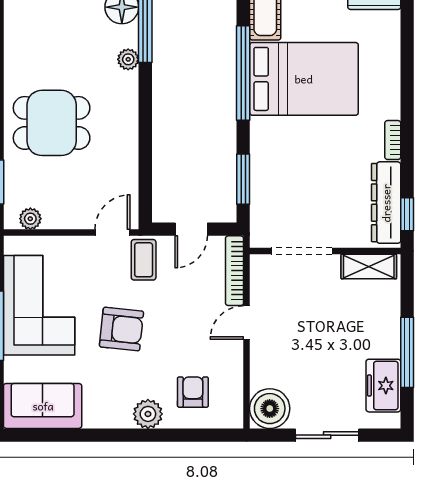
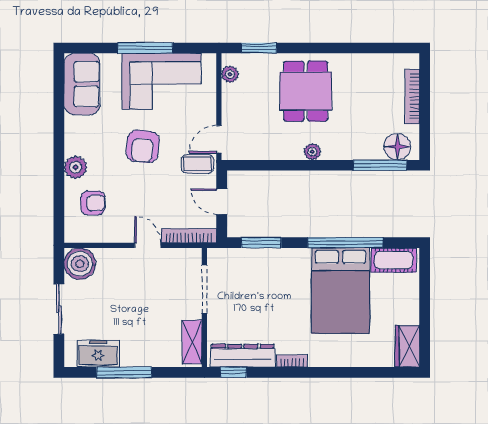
plant: (128, 59) -> (312, 152), moved
door: (112, 233) -> (219, 139), swing flipped

